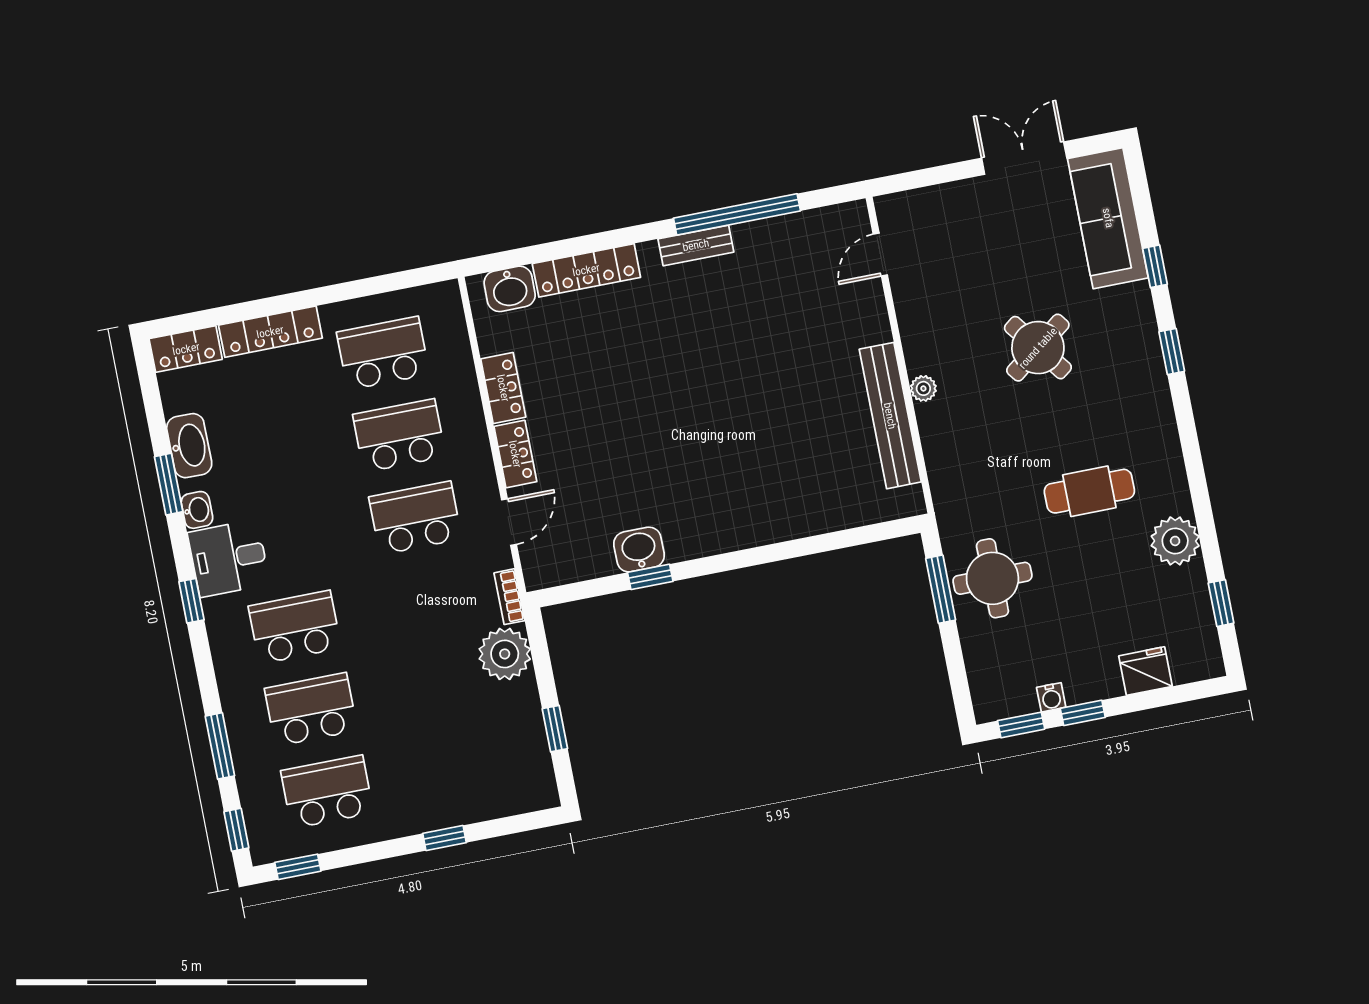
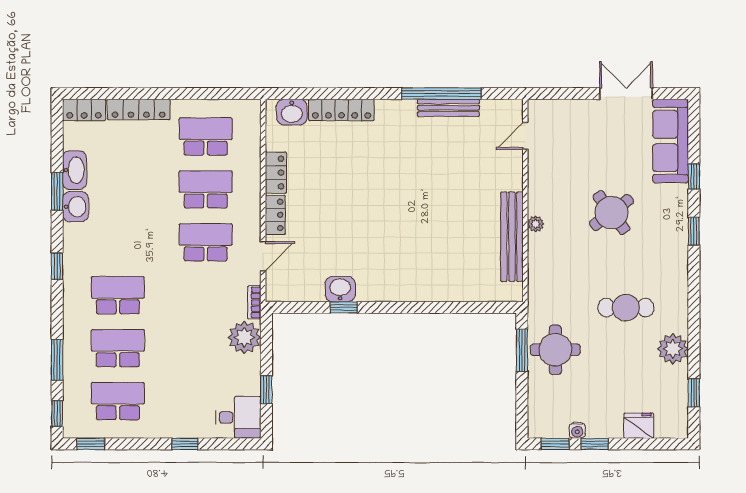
bench: (696, 245) -> (448, 108), moved, width x1.36
washbasin: (197, 510) -> (75, 207), width x1.38, depth x1.45
desk: (229, 558) -> (238, 417), moved, turned 180

